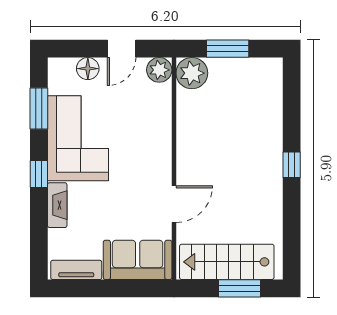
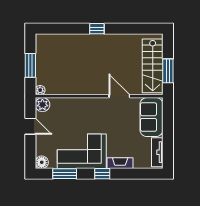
floor lamp: (88, 69) -> (42, 162), moved
plant: (192, 73) -> (40, 90), width x0.53, depth x0.53
window: (239, 288) -> (168, 71), moved

